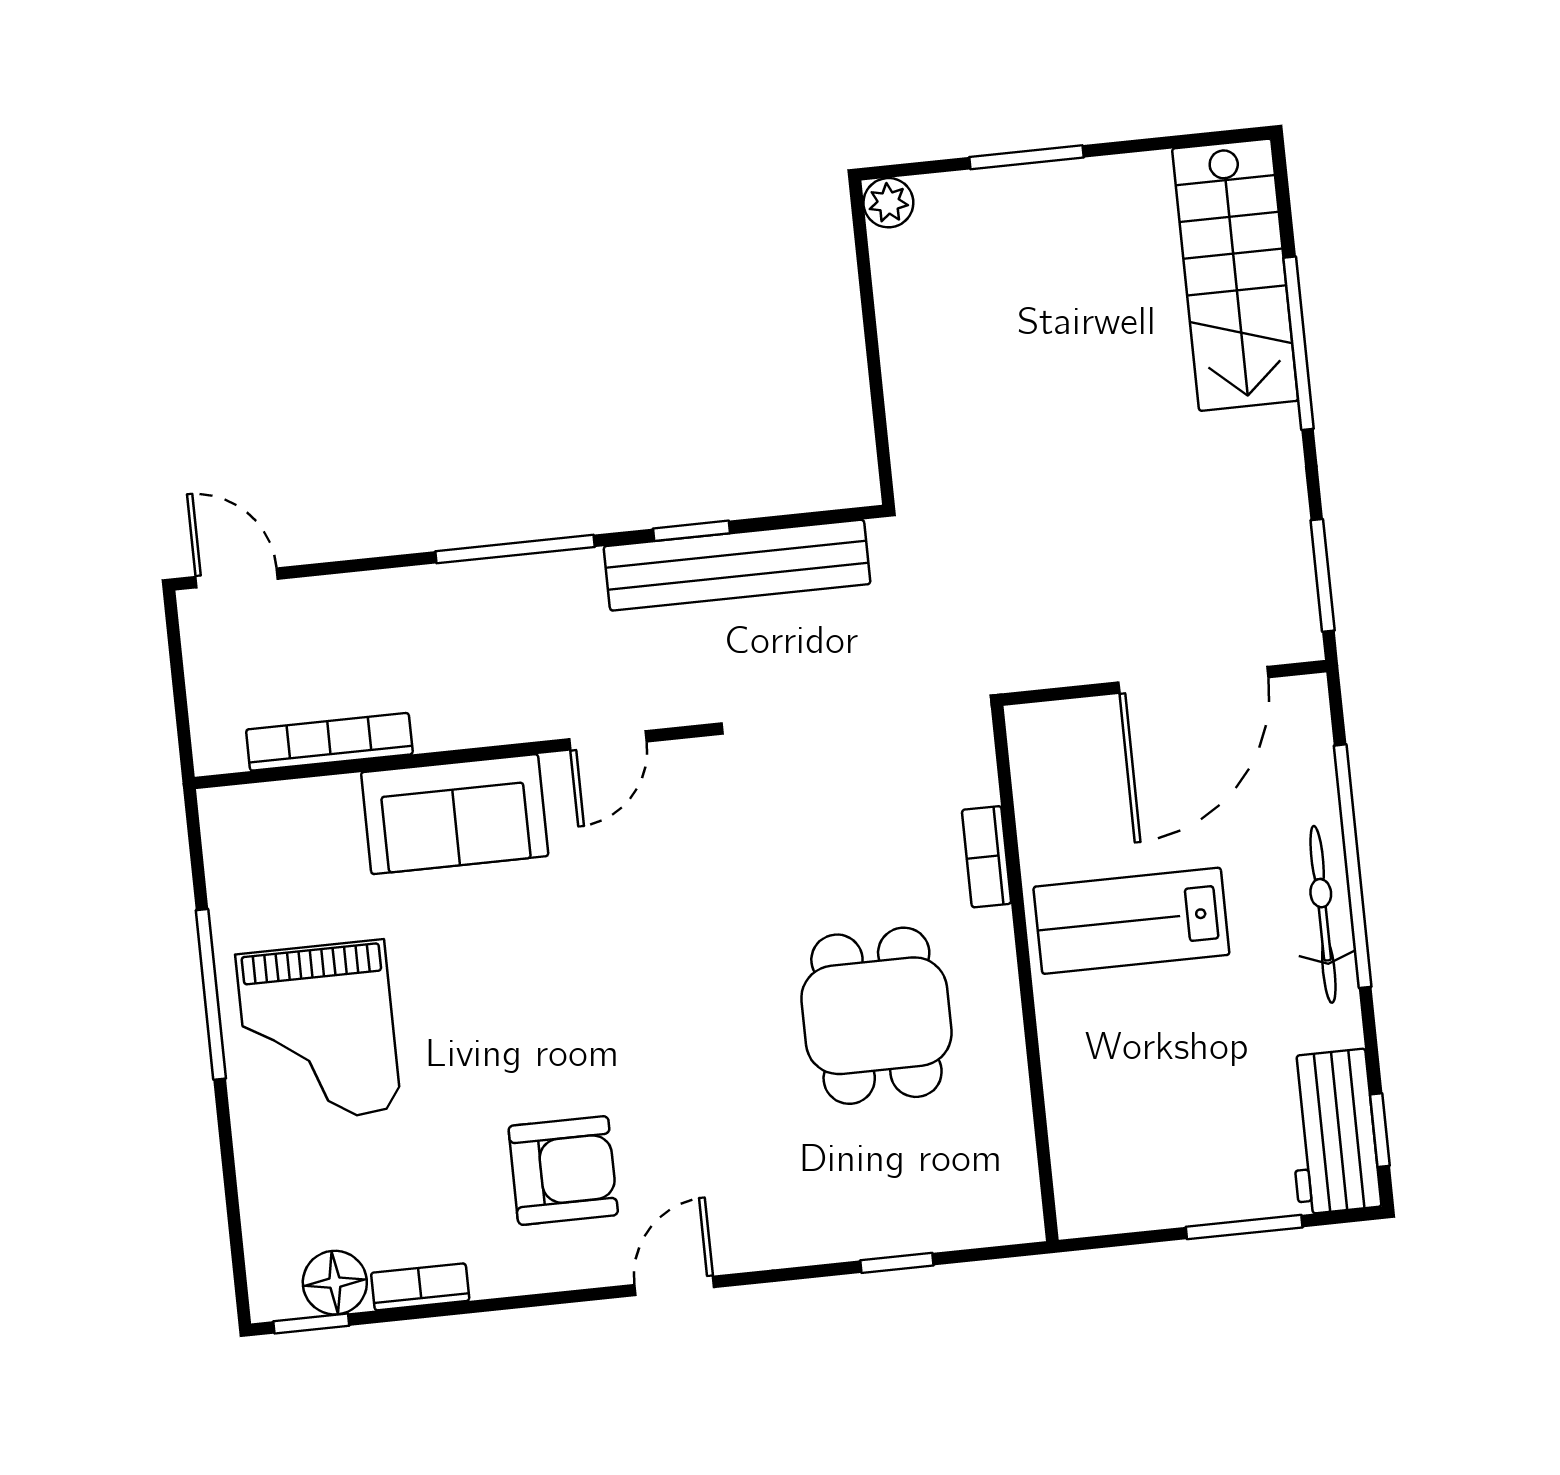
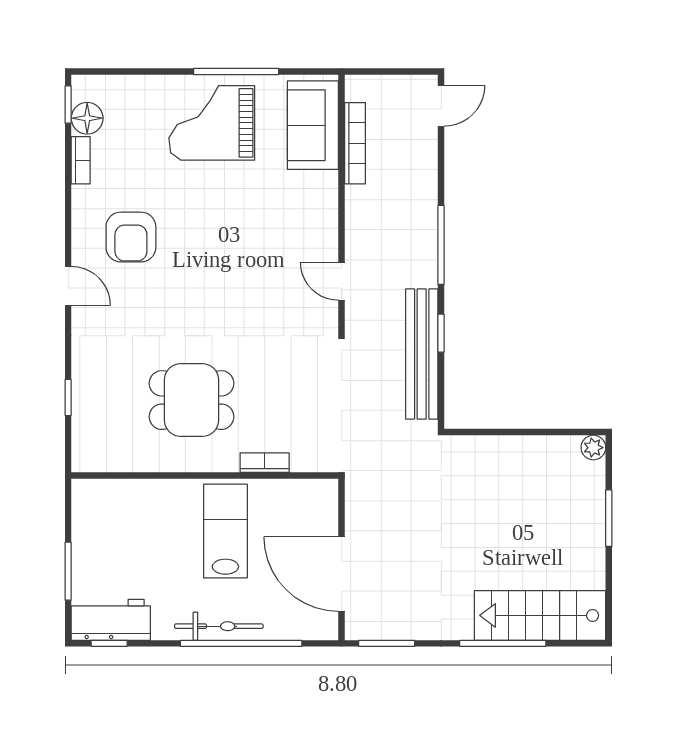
sofa: (455, 814) -> (313, 125), moved

